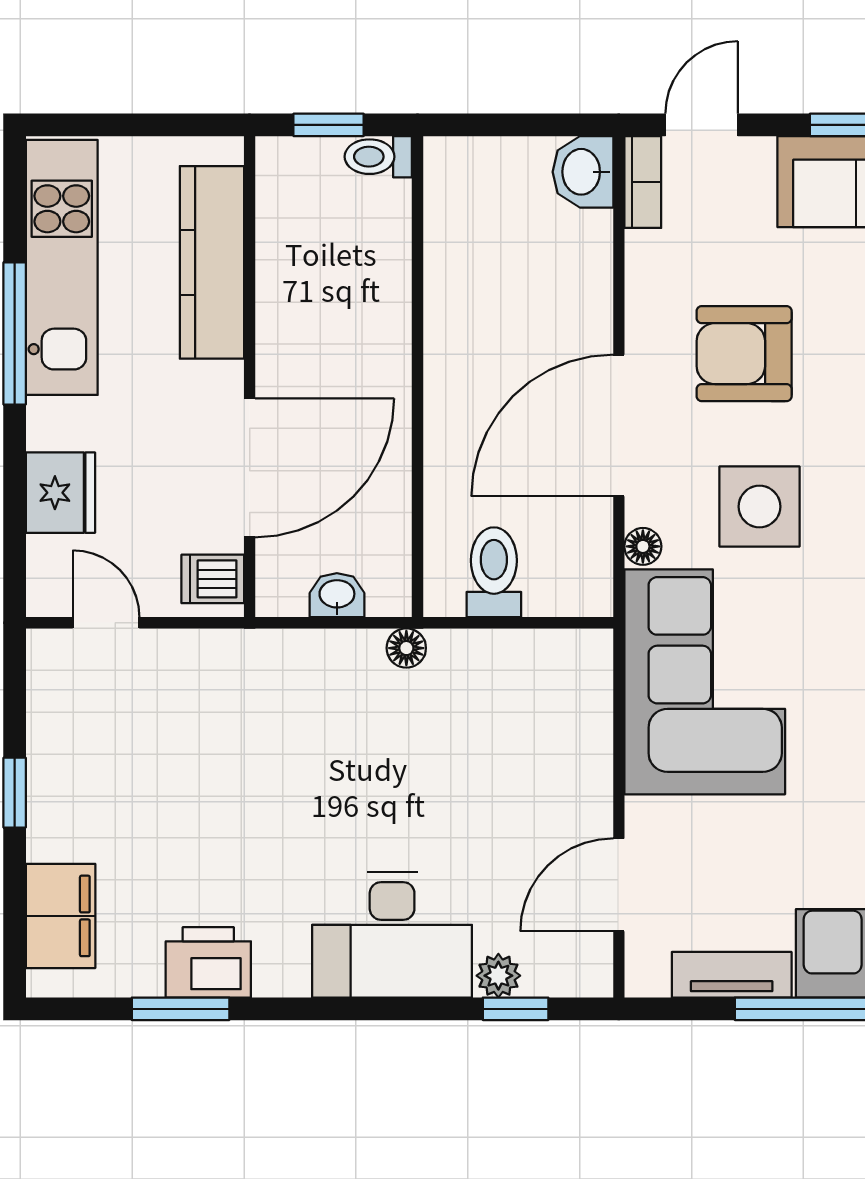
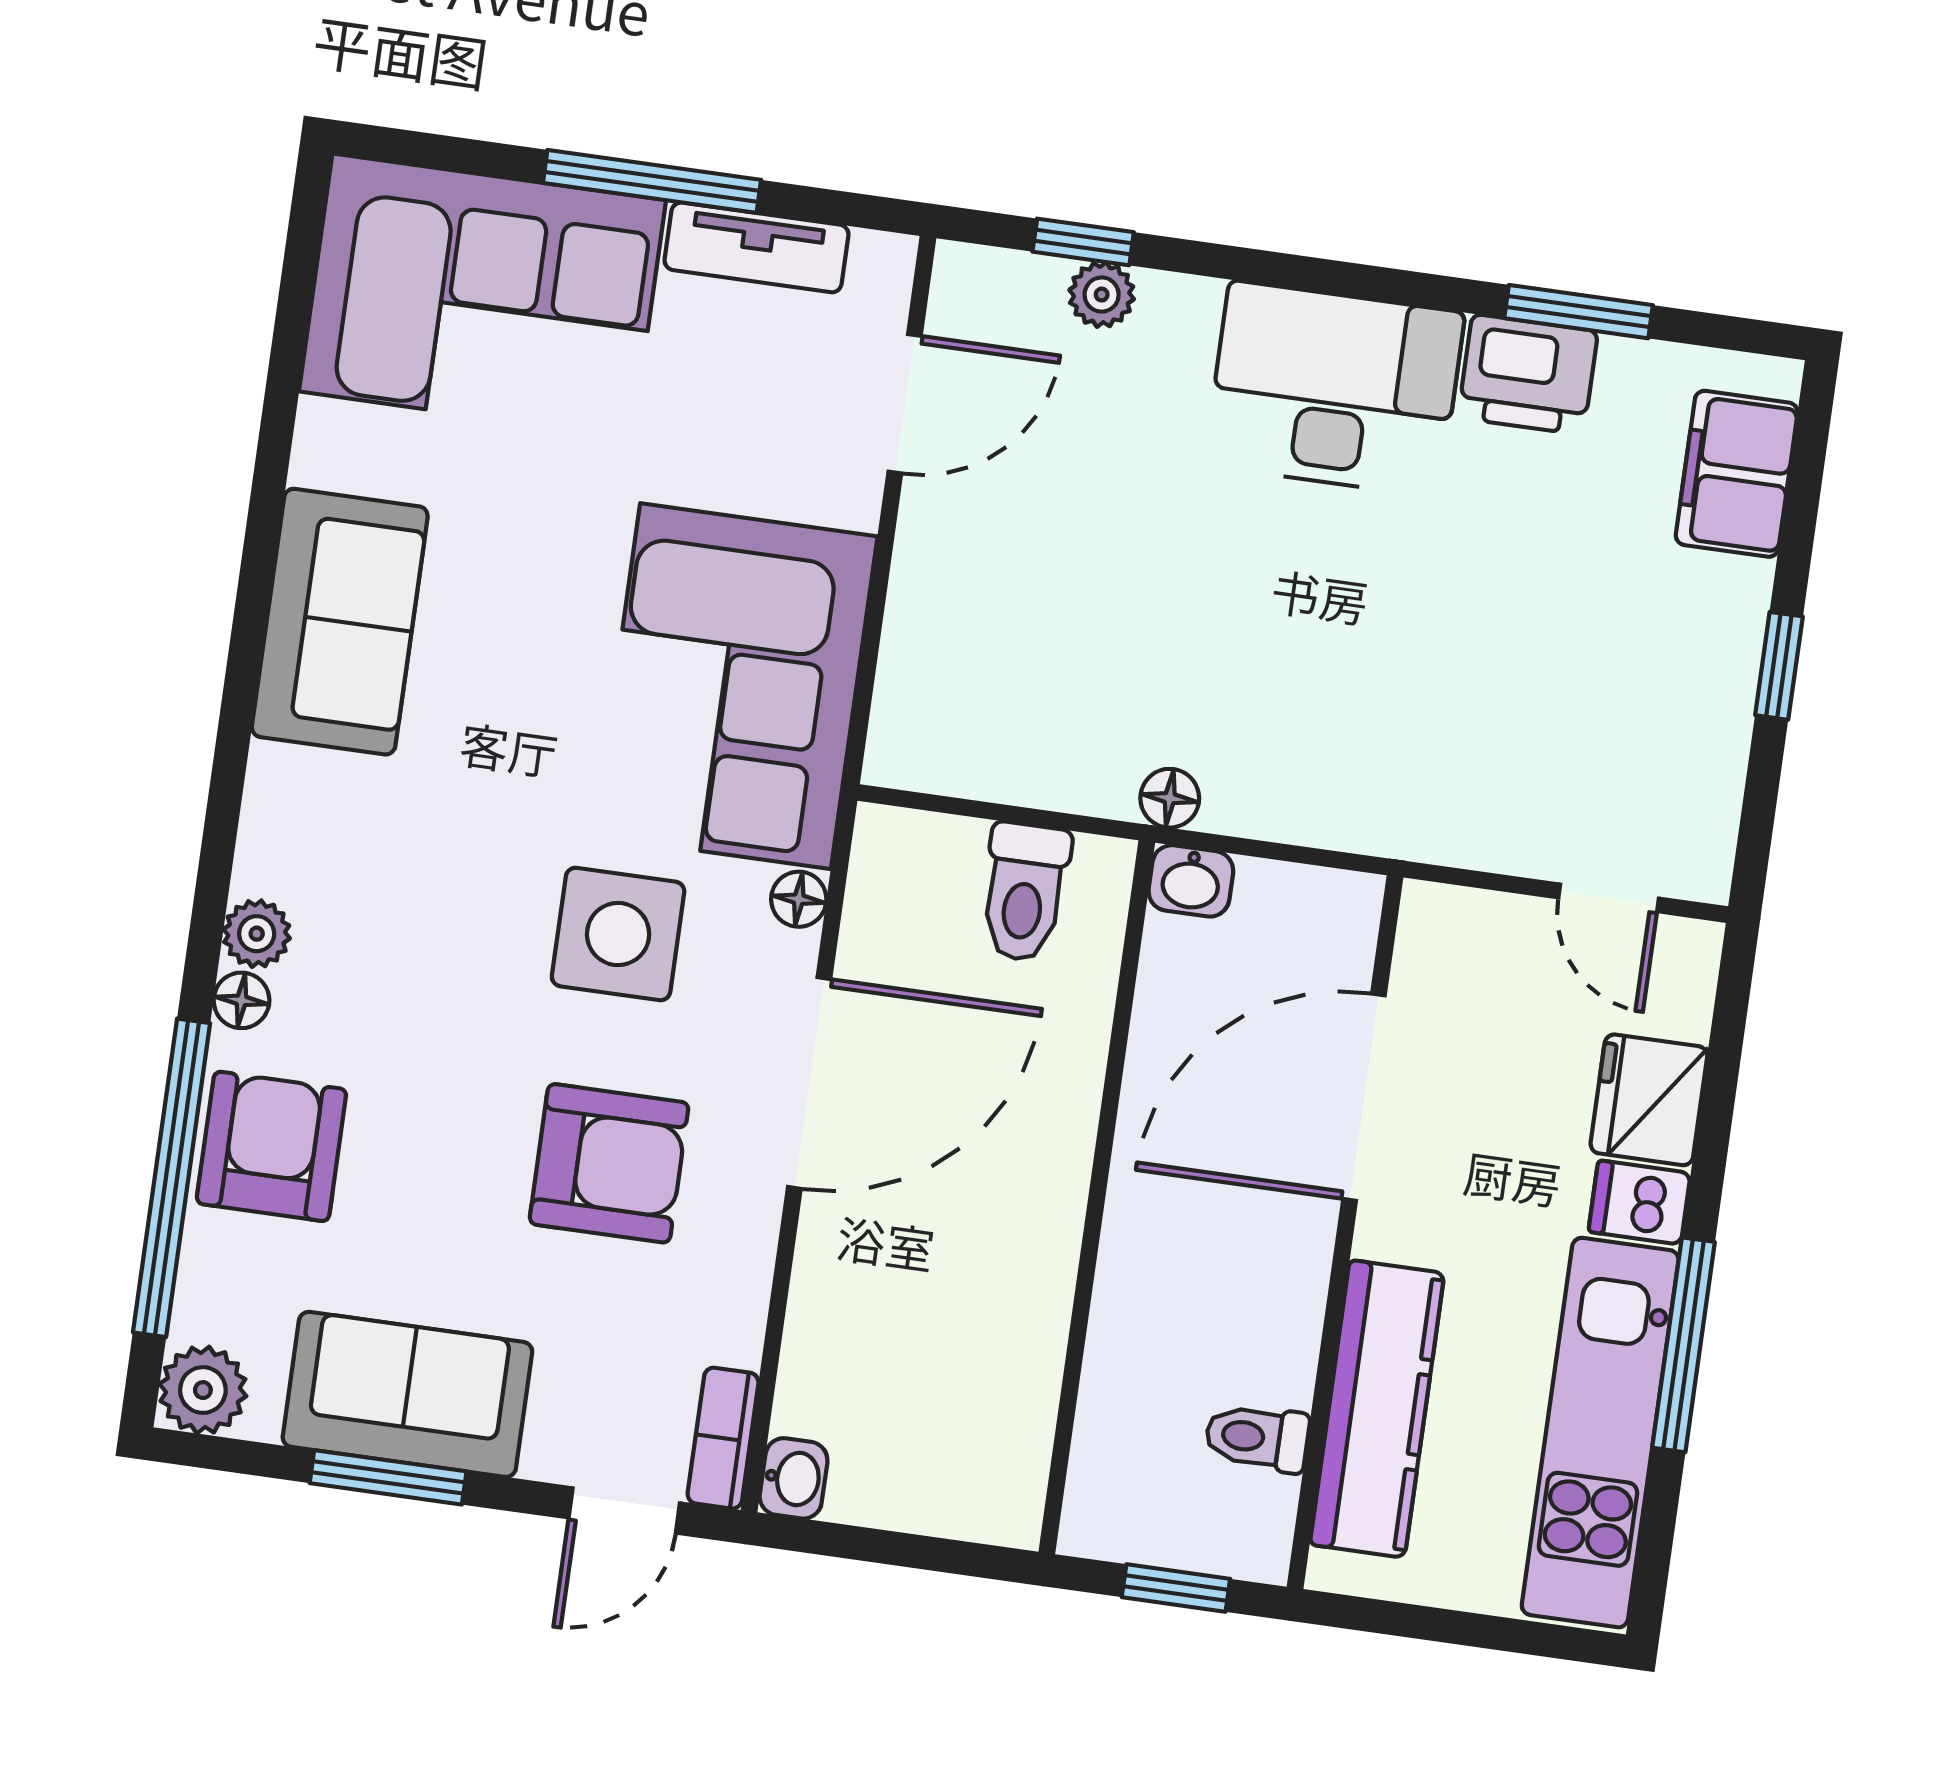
toilet: (378, 157) -> (1257, 1438), moved, turned 180
washbasin: (583, 172) -> (794, 1478), width x0.72, depth x0.69
dishwasher: (213, 579) -> (1640, 1202), moved, turned 180
washbasin: (337, 595) -> (1191, 881), moved
desk: (392, 935) -> (1334, 389), moved

